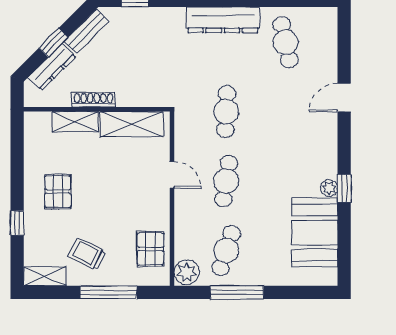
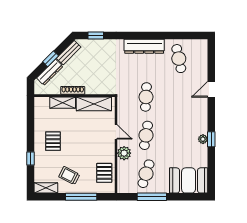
booth: (315, 233) -> (189, 180), moved, turned 90
plant: (187, 272) -> (124, 153), moved

